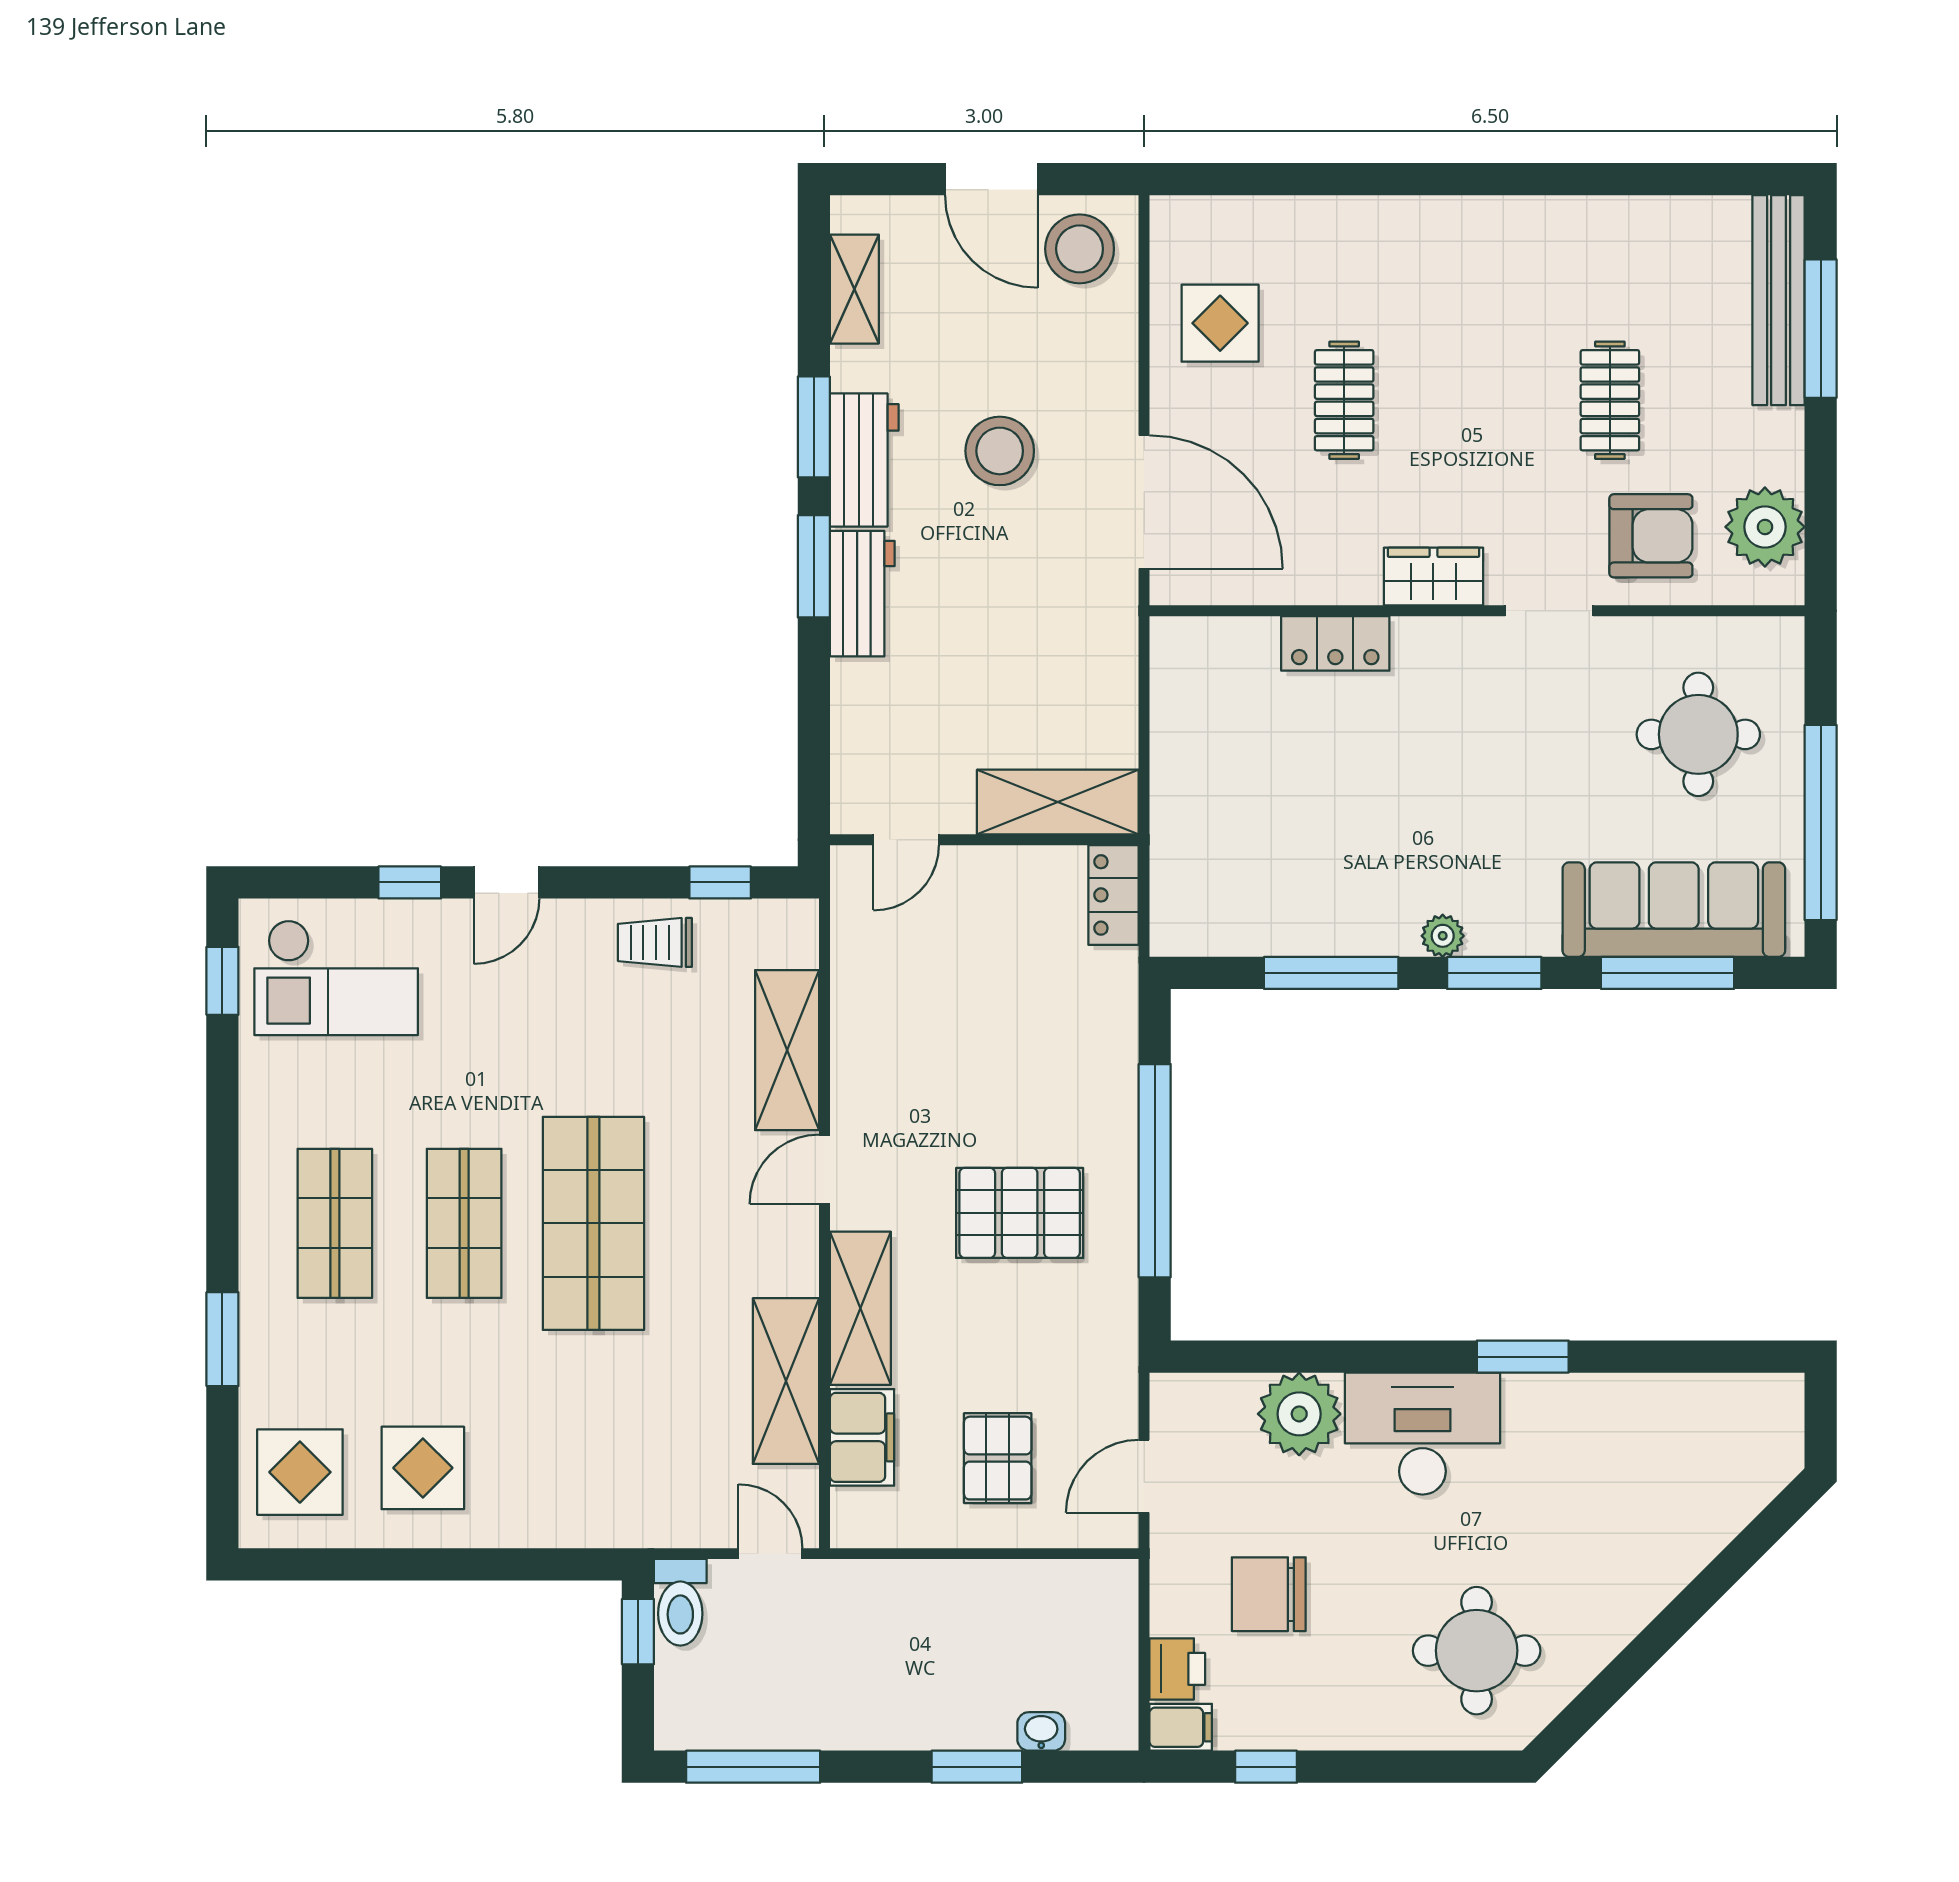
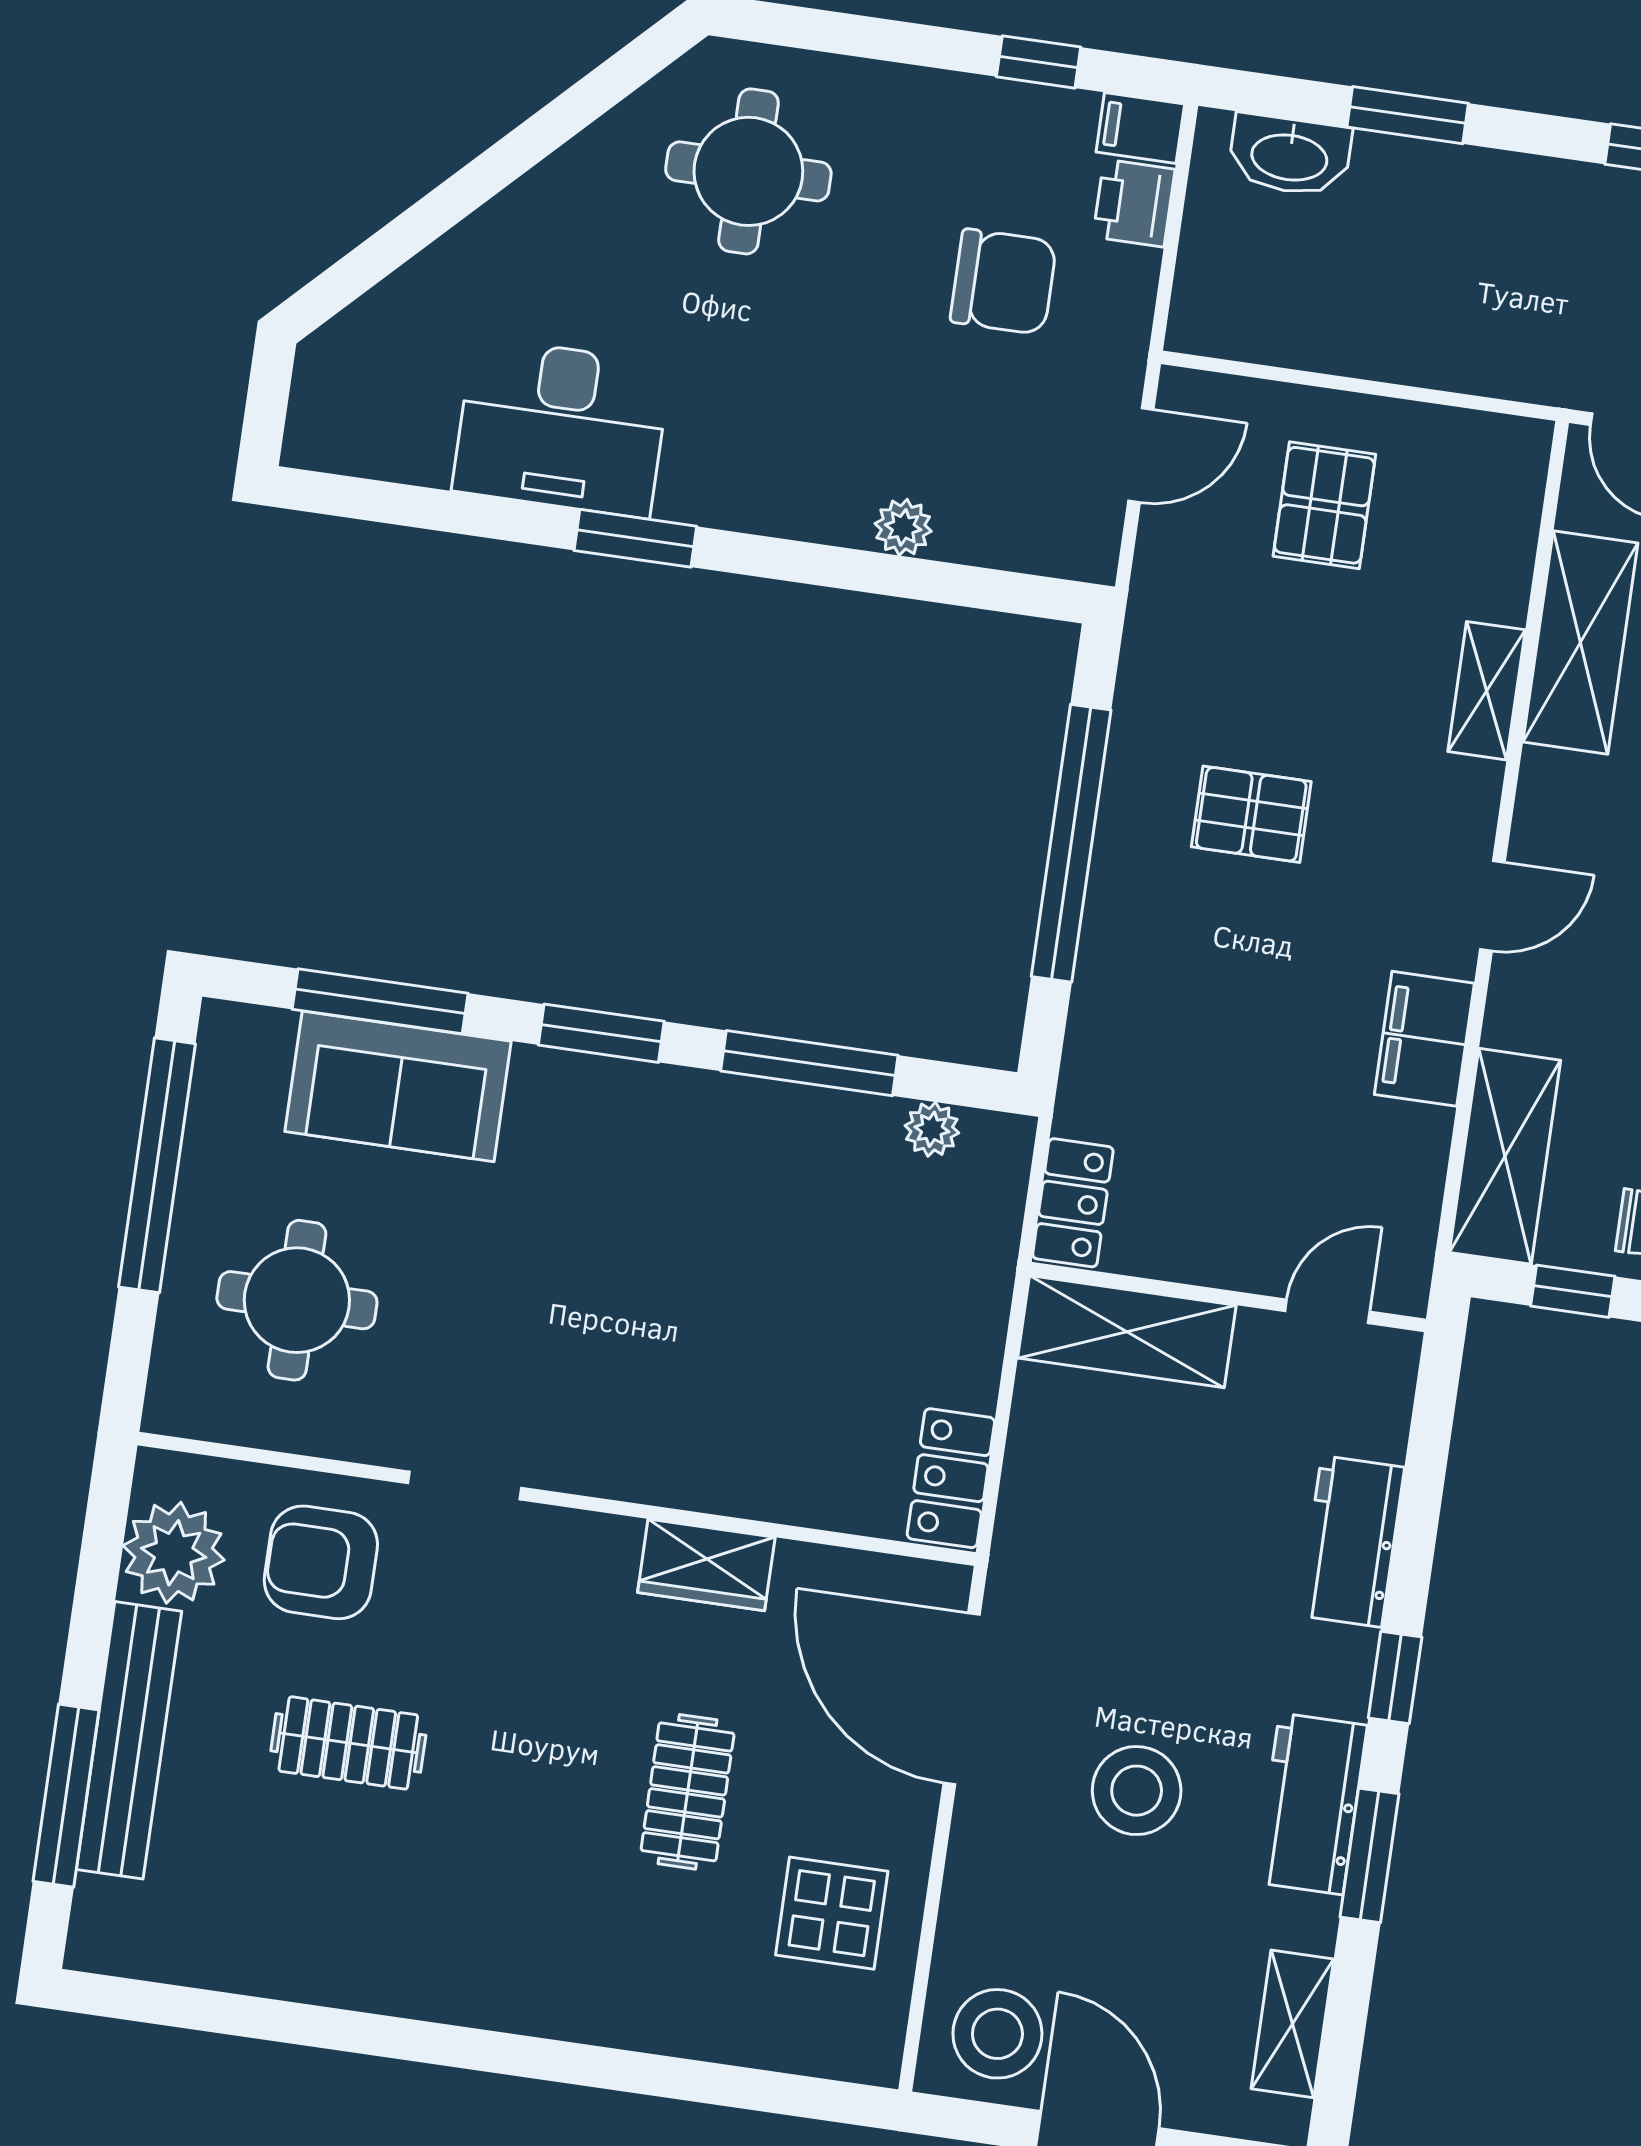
bench: (1779, 300) -> (129, 1740), moved
clothes rail: (1610, 400) -> (348, 1743), turned 90
window: (814, 566) -> (1395, 1678), width x0.67
wardrobe: (1433, 577) -> (706, 1565), moved
workbench: (862, 594) -> (1352, 1541), moved
locker: (1335, 643) -> (951, 1478), moved, turned -90
sofa: (1674, 910) -> (398, 1086), width x0.73
plant: (1443, 936) -> (932, 1129), moved
shelving: (787, 1050) -> (1505, 1156), moved
pallet: (1020, 1213) -> (1251, 814), width x0.67, depth x0.71
shelving: (860, 1308) -> (1487, 691), width x0.67, depth x0.75
plant: (1299, 1414) -> (903, 527), width x0.53, depth x0.53
desk: (1422, 1434) -> (561, 427), moved
filing cabinet: (862, 1437) -> (1424, 1039), moved
washbasin: (1041, 1731) -> (1290, 155), width x1.91, depth x1.45

